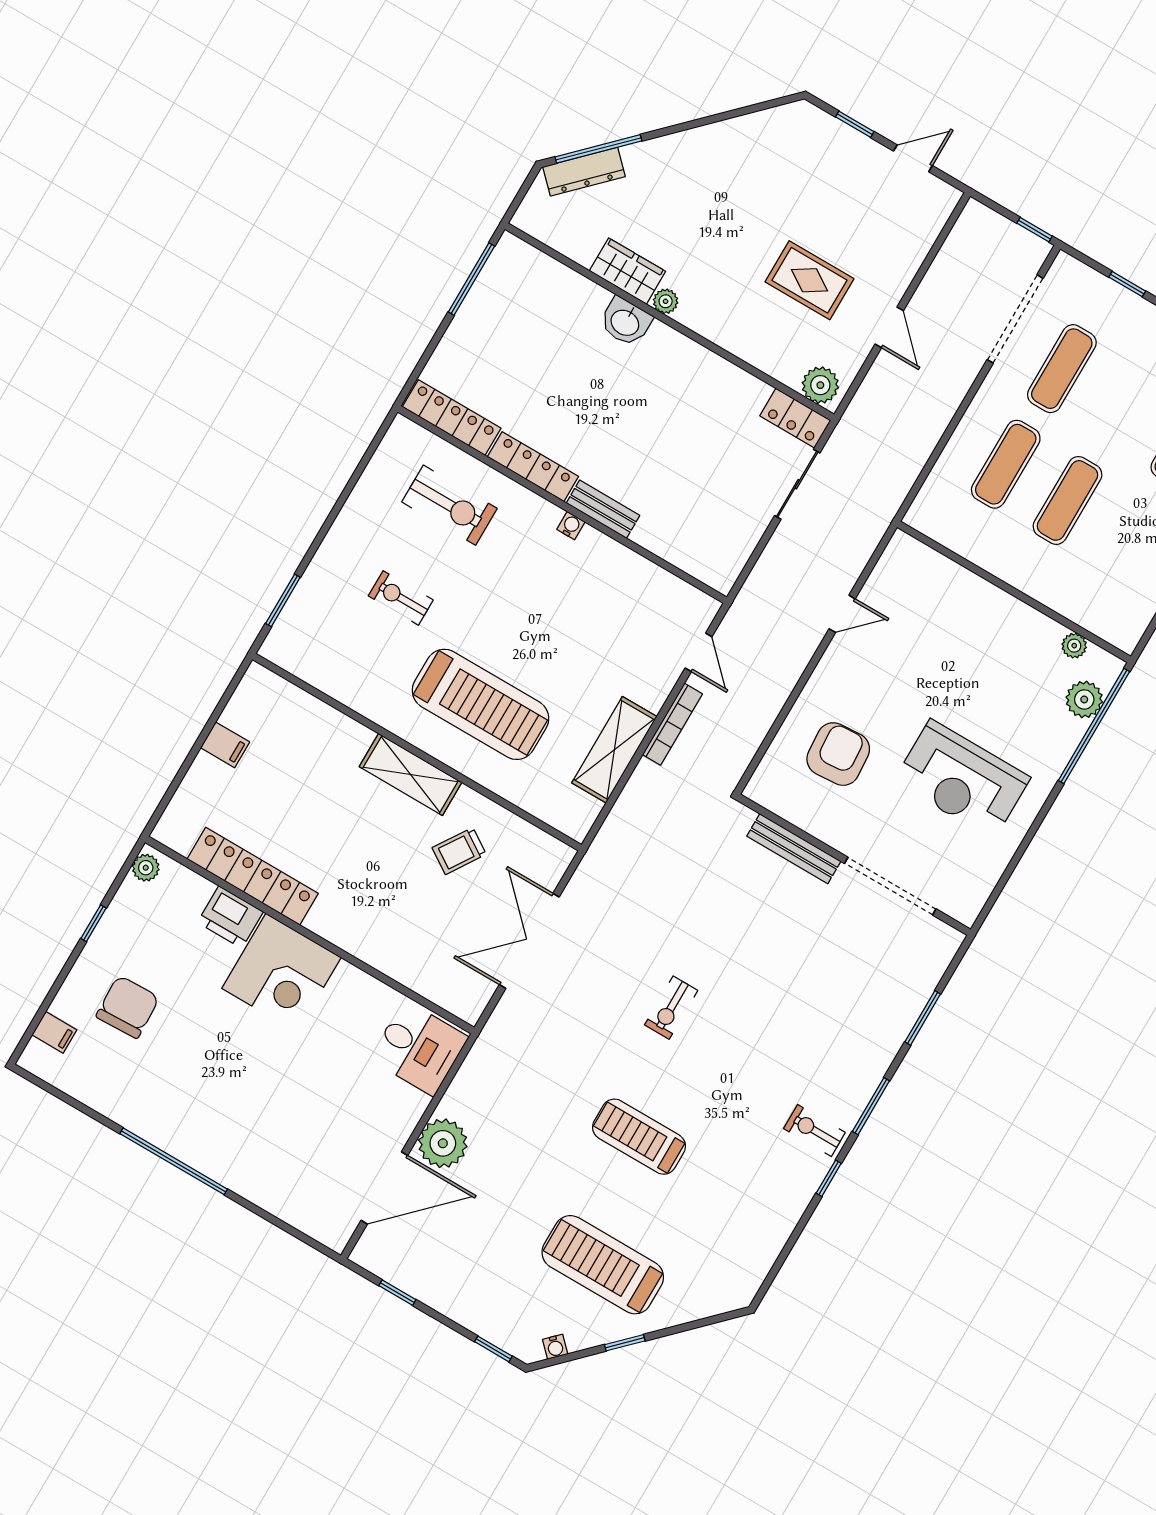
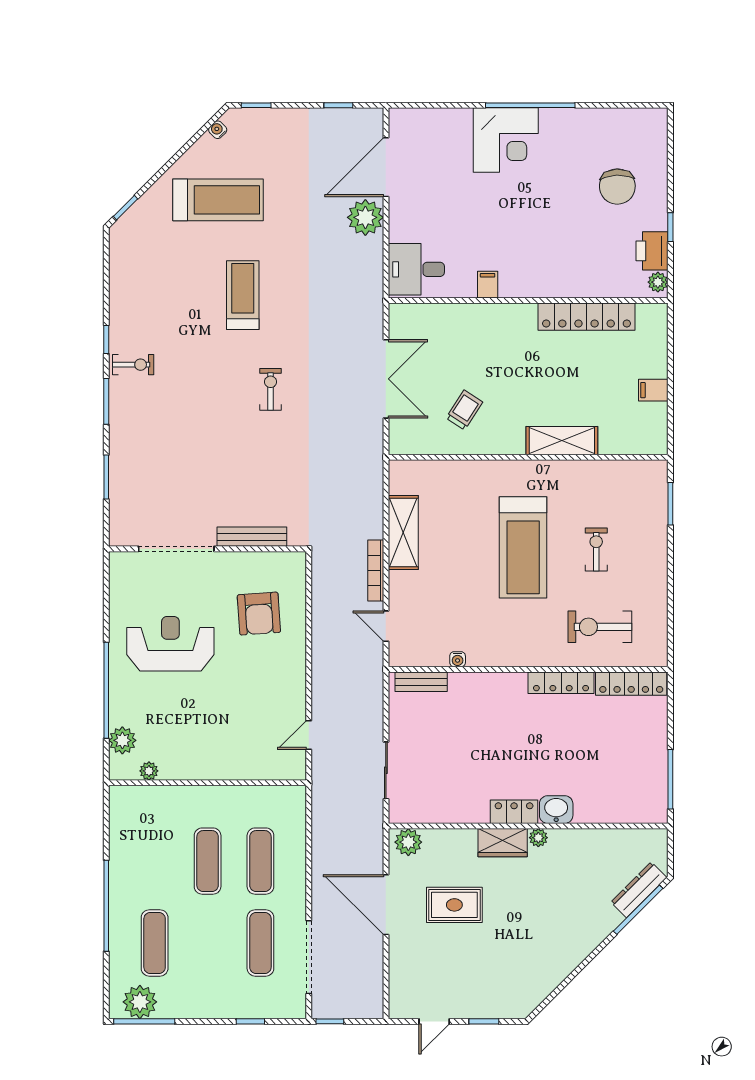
wardrobe: (627, 271) -> (503, 843), moved
door: (889, 327) -> (386, 905), width x1.88
locker: (795, 418) -> (514, 812), moved
bench: (603, 509) -> (421, 682), moved
water cooler: (571, 526) -> (458, 659), moved
exercise bike: (401, 598) -> (596, 549), turned -90
door: (842, 614) -> (309, 735), moved
treadmill: (480, 704) -> (523, 547), moved, turned -90
window: (1094, 726) -> (106, 690), moved
shelving: (411, 775) -> (562, 441), moved
printer: (230, 917) -> (652, 251), moved, turned -90
corner desk: (281, 973) -> (506, 140), moved, turned 180
filing cabinet: (54, 1032) -> (488, 285), moved, turned 90
treadmill: (639, 1137) -> (243, 295), turned -90
window: (625, 1343) -> (126, 208), moved

